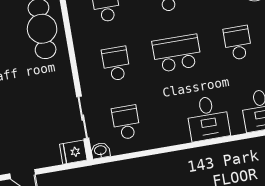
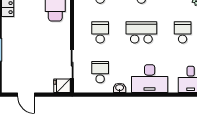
desk: (208, 118) -> (150, 79), width x1.37
washbasin: (100, 151) -> (120, 88), moved

